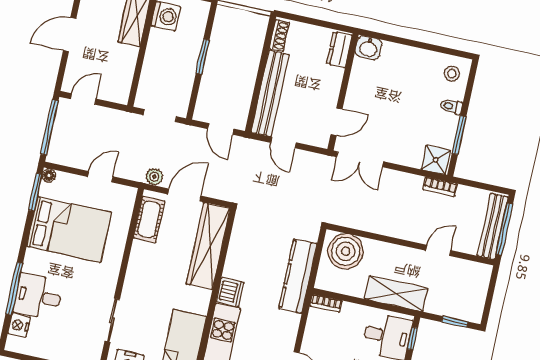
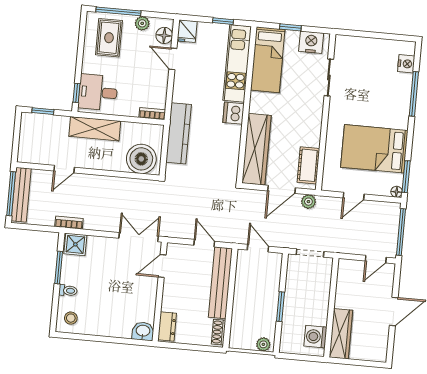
plant: (228, 15) -> (263, 344), added
desk: (38, 297) -> (393, 90), removed

